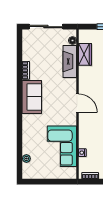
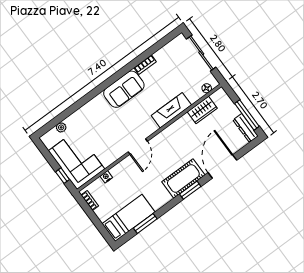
fireplace: (70, 61) -> (171, 110), moved
door: (77, 103) -> (138, 147), moved
corner sofa: (62, 146) -> (76, 160), moved, turned 90
window: (60, 182) -> (63, 176), added

